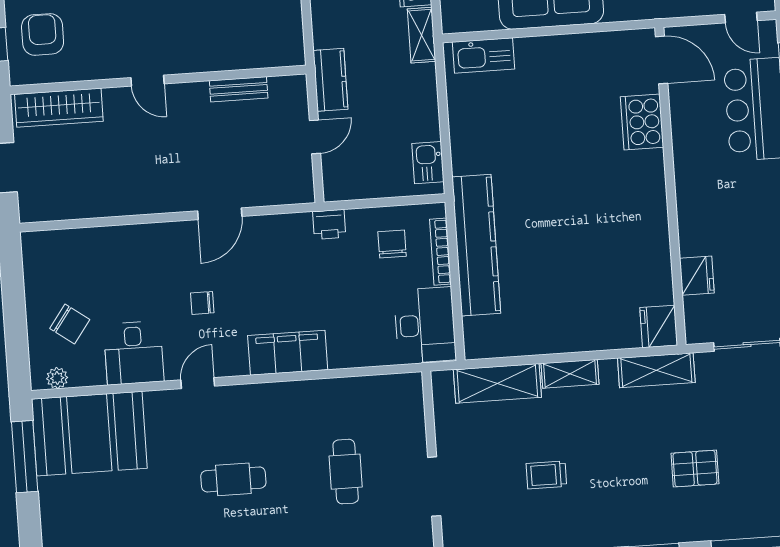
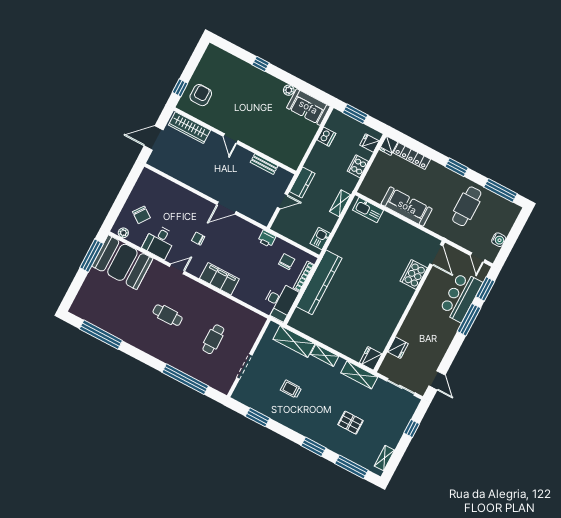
shelving: (422, 35) -> (340, 203), moved

